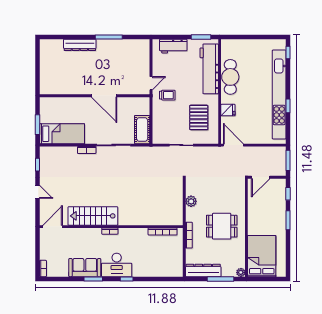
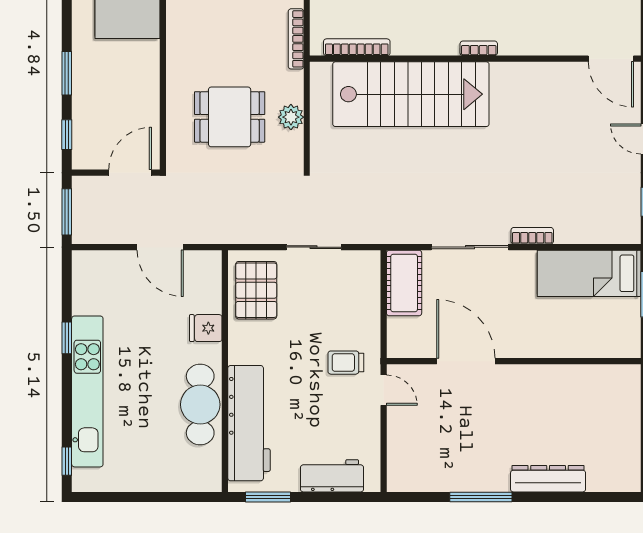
door: (151, 83) -> (384, 390), swing flipped
kitchen unit: (279, 94) -> (87, 391), width x0.73
door: (104, 96) -> (466, 361), moved
pallet: (199, 117) -> (256, 290), moved
door: (233, 145) -> (160, 247), moved
stairs: (93, 216) -> (411, 94), moved, width x1.36, depth x1.51
dining table: (222, 226) -> (230, 117), moved
door: (53, 227) -> (611, 59), hinge flipped

